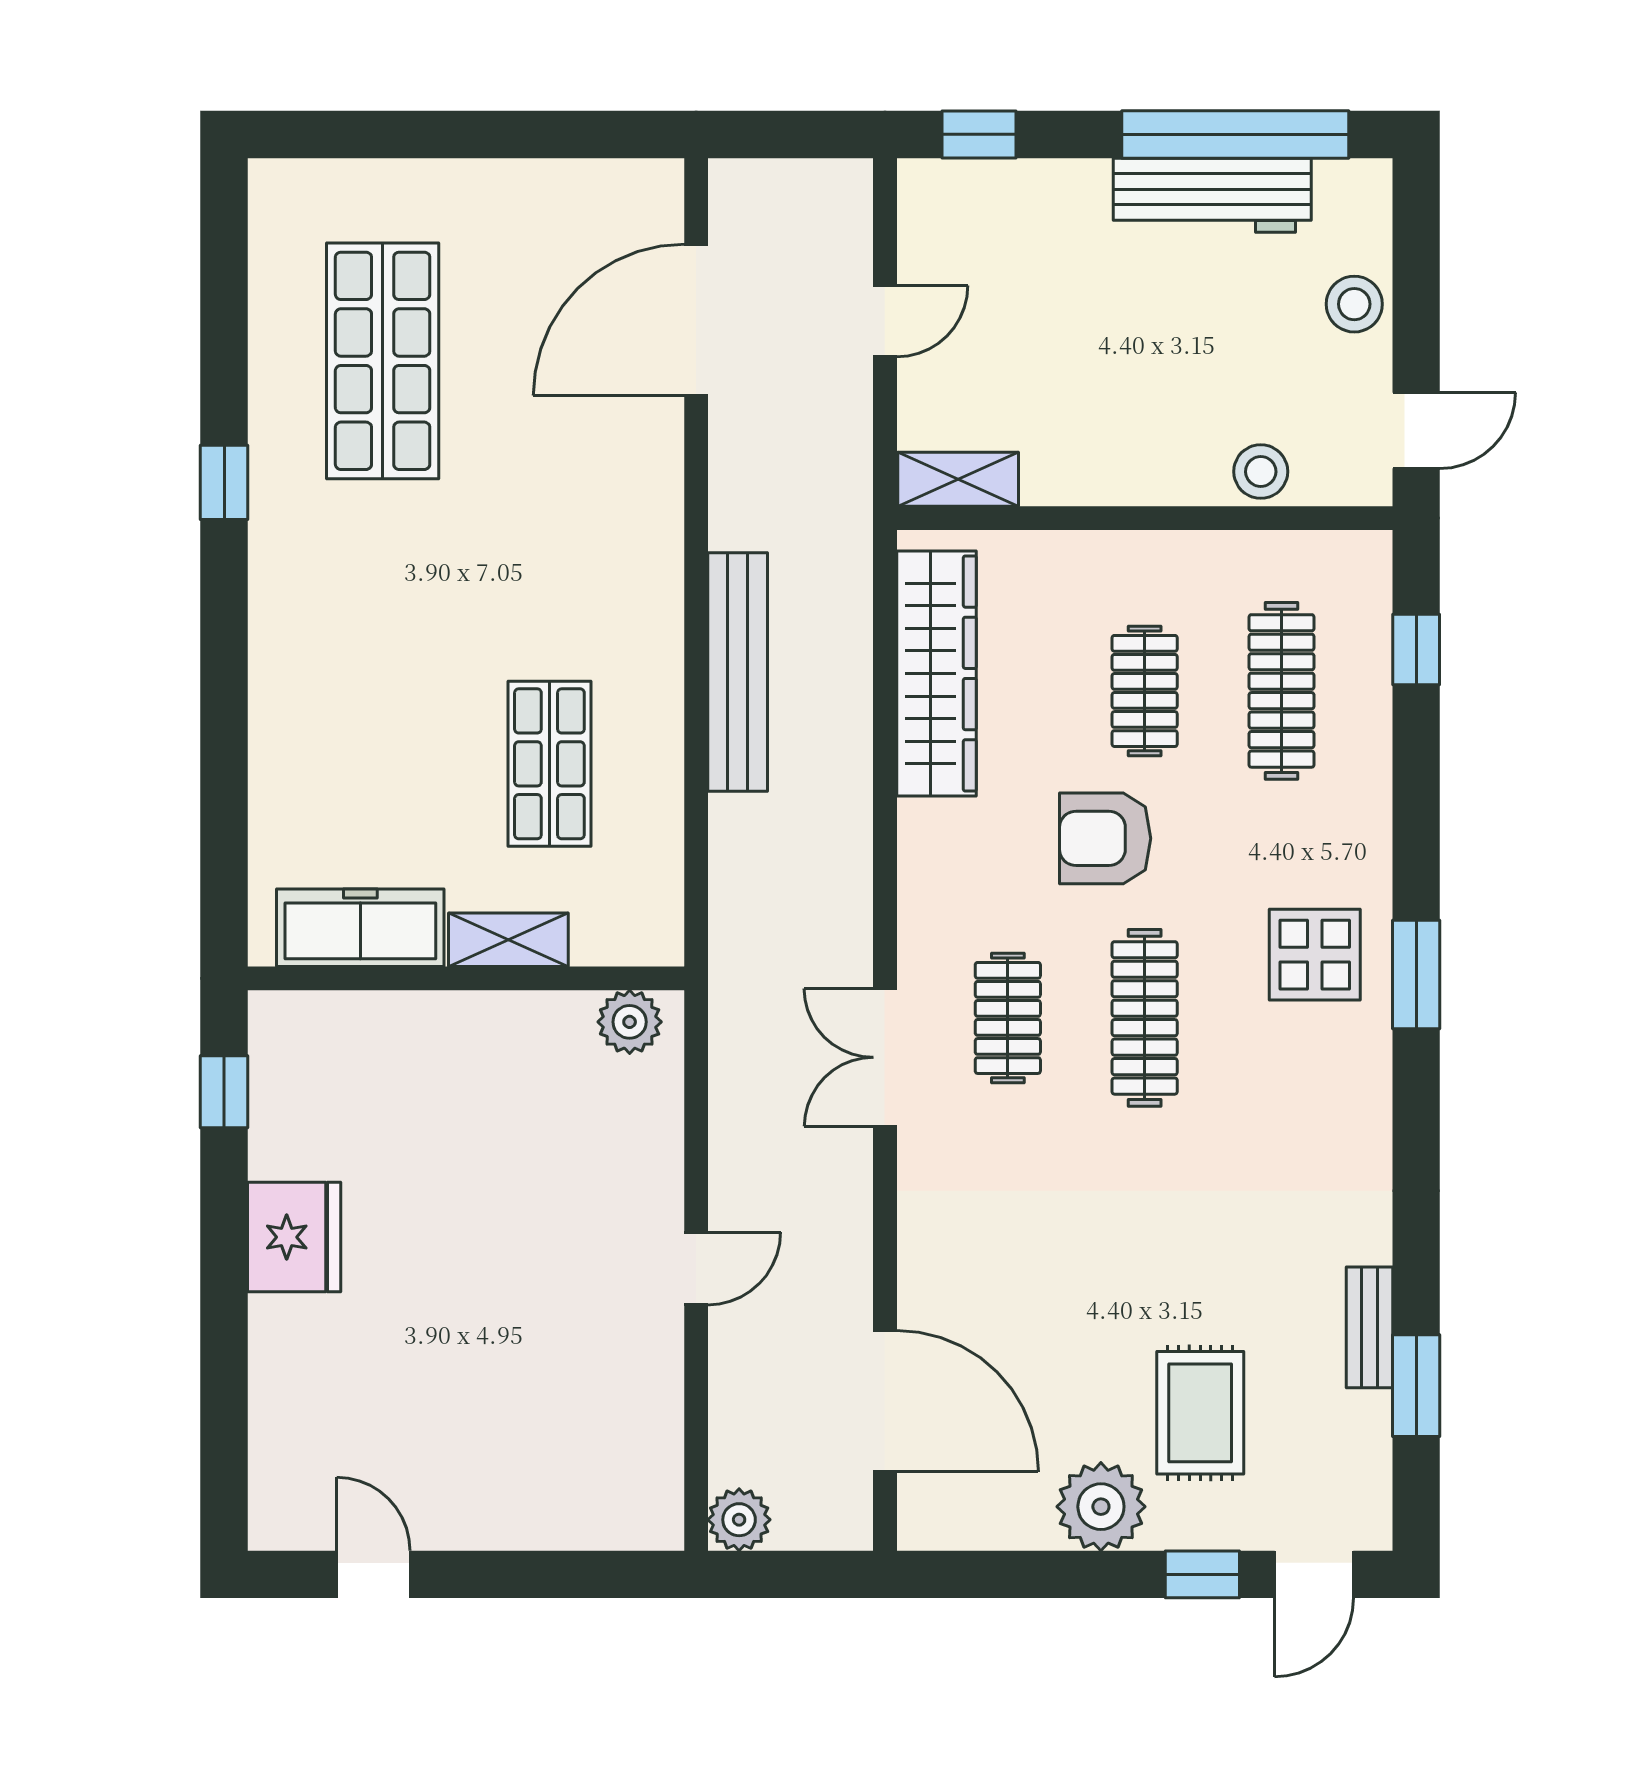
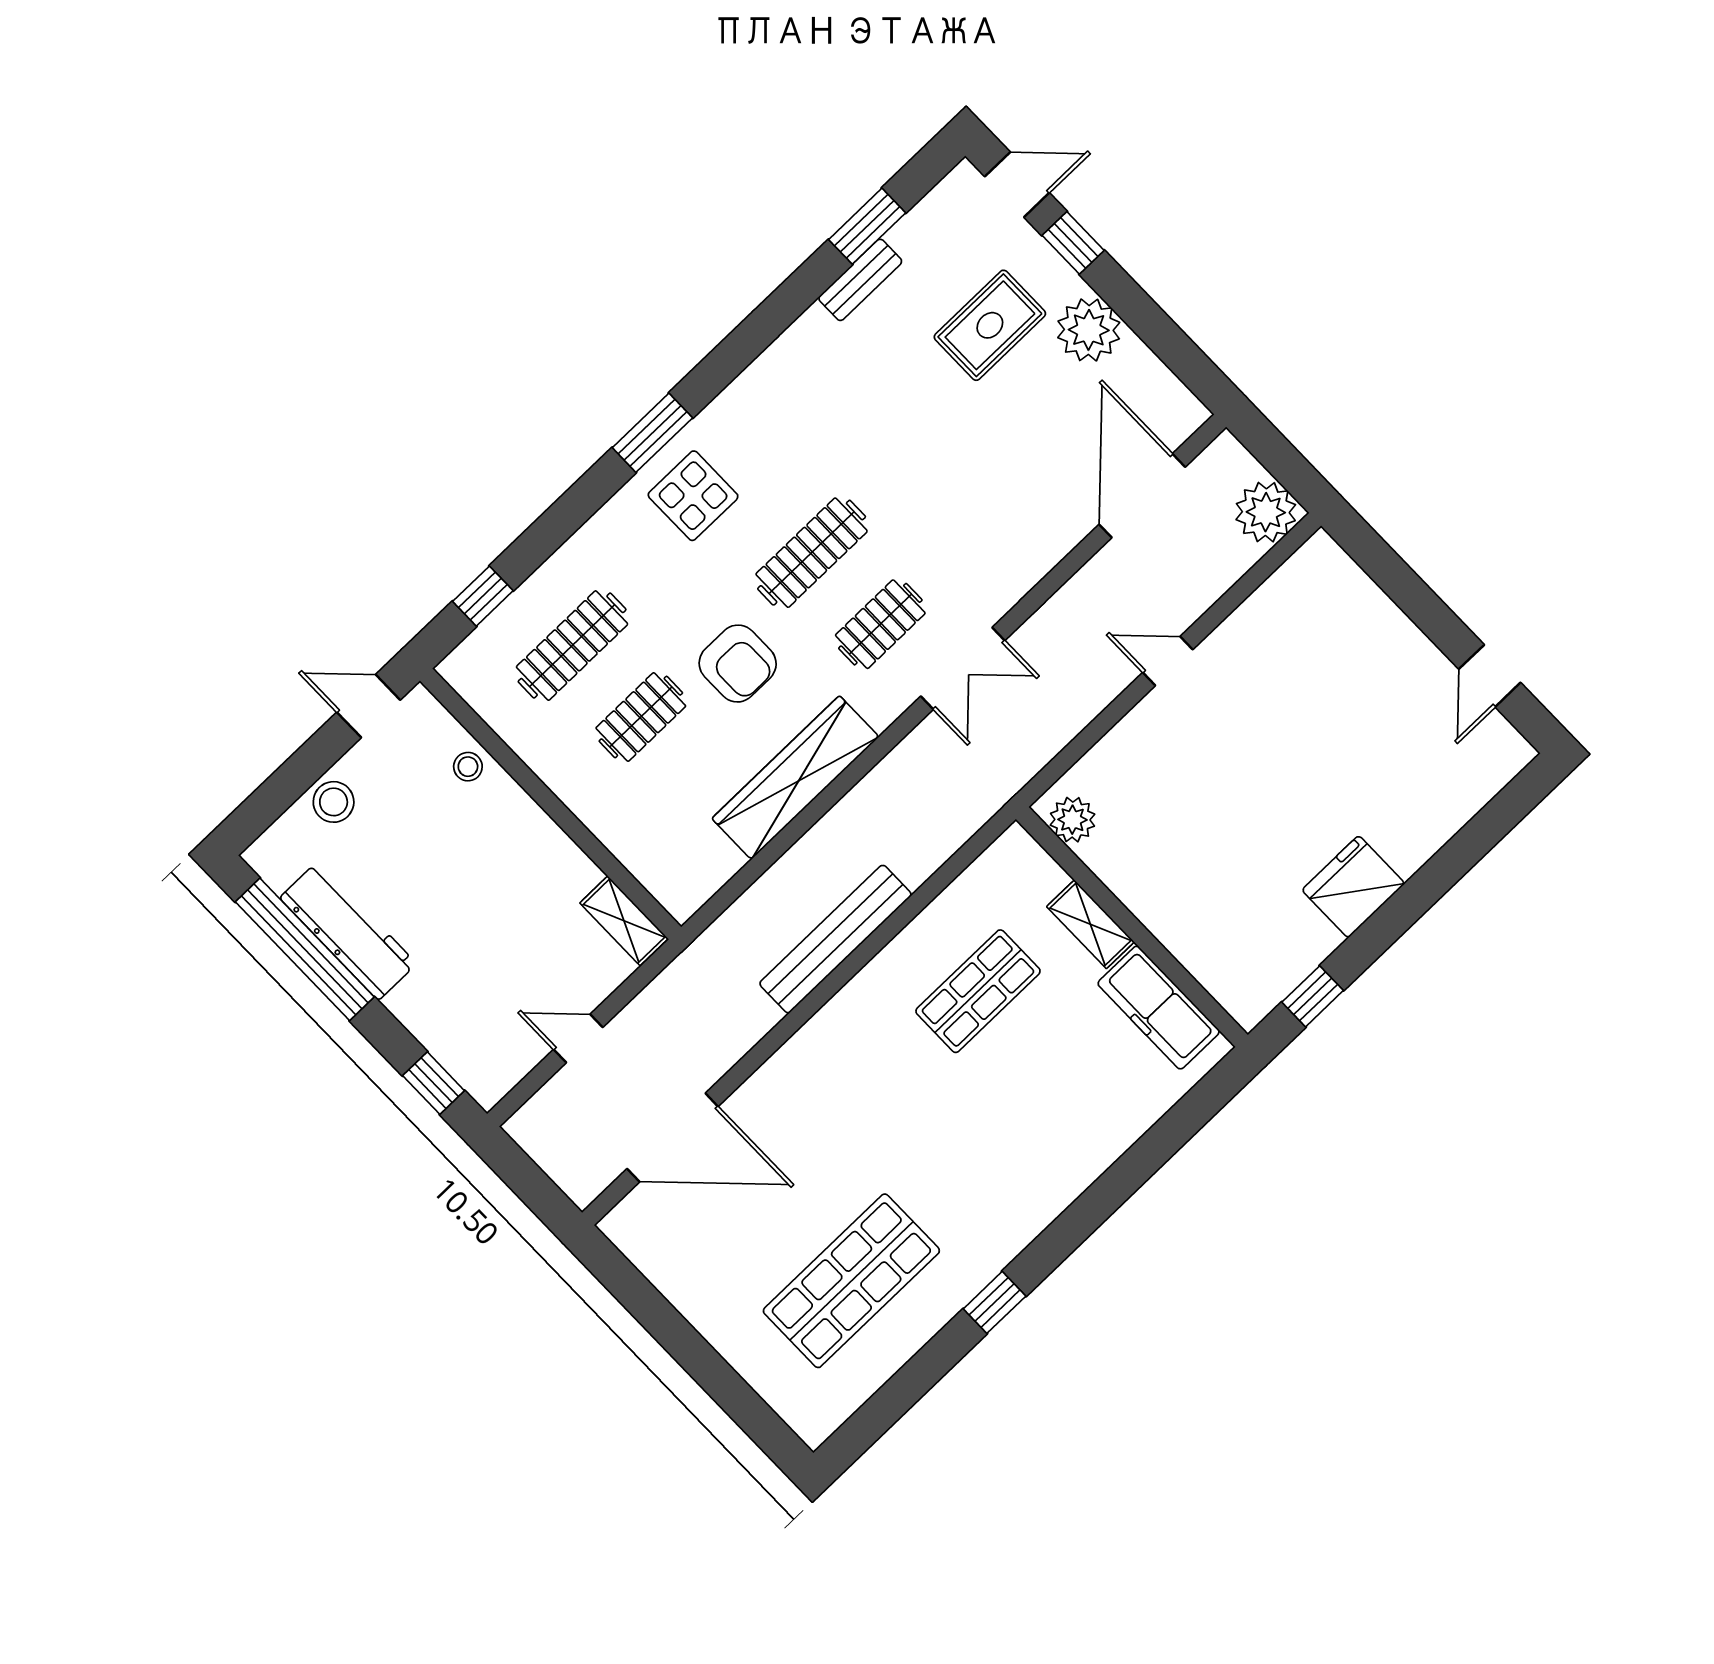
stool: (1261, 472) -> (468, 767), width x0.73, depth x0.73
wardrobe: (936, 673) -> (795, 778), moved
plant: (739, 1520) -> (1266, 512), width x1.36, depth x1.36

